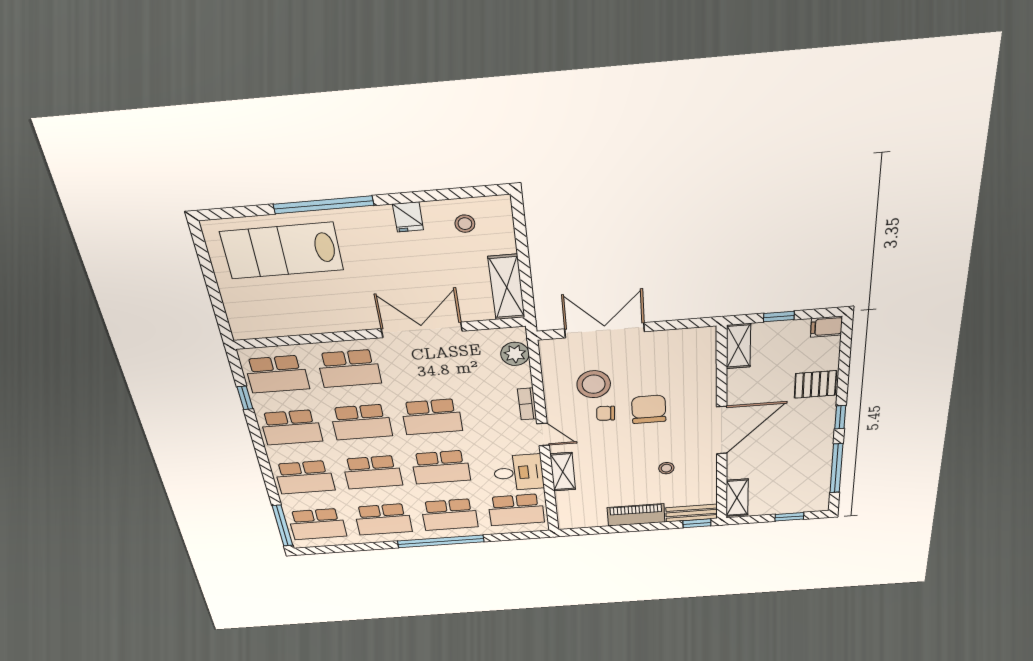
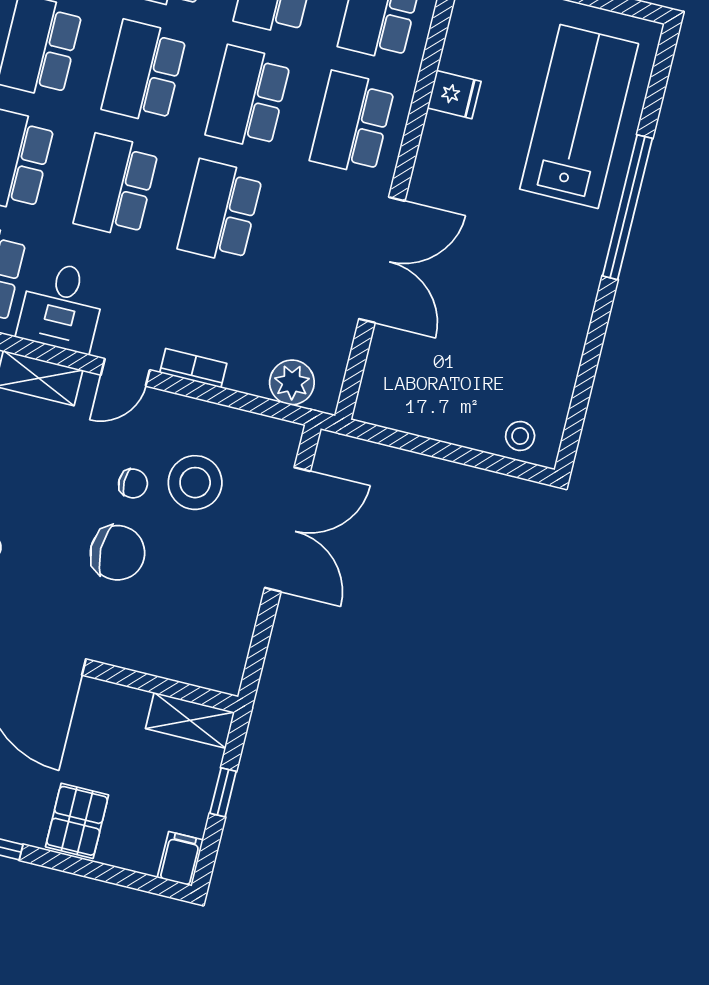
fridge: (408, 217) -> (454, 95), moved, turned 180
stool: (465, 224) -> (520, 436), moved
shelving: (507, 287) -> (410, 411), removed
chair: (606, 413) -> (133, 484), turned 87

